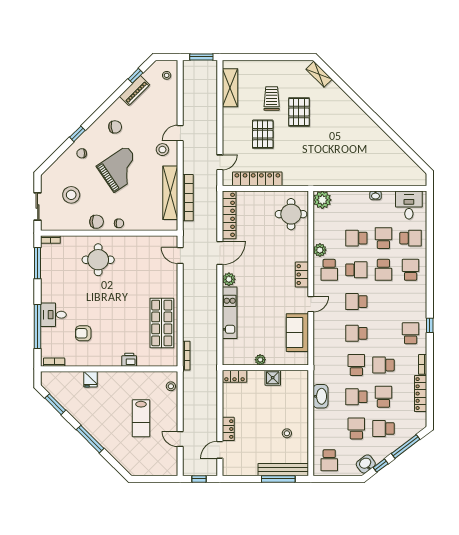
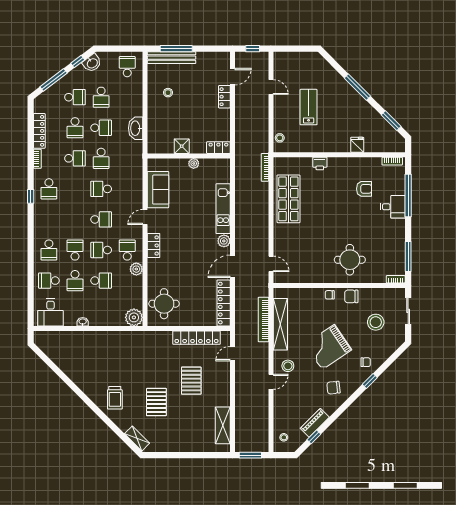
trolley: (272, 99) -> (115, 398), moved
school desk: (356, 333) -> (101, 189), turned 180

